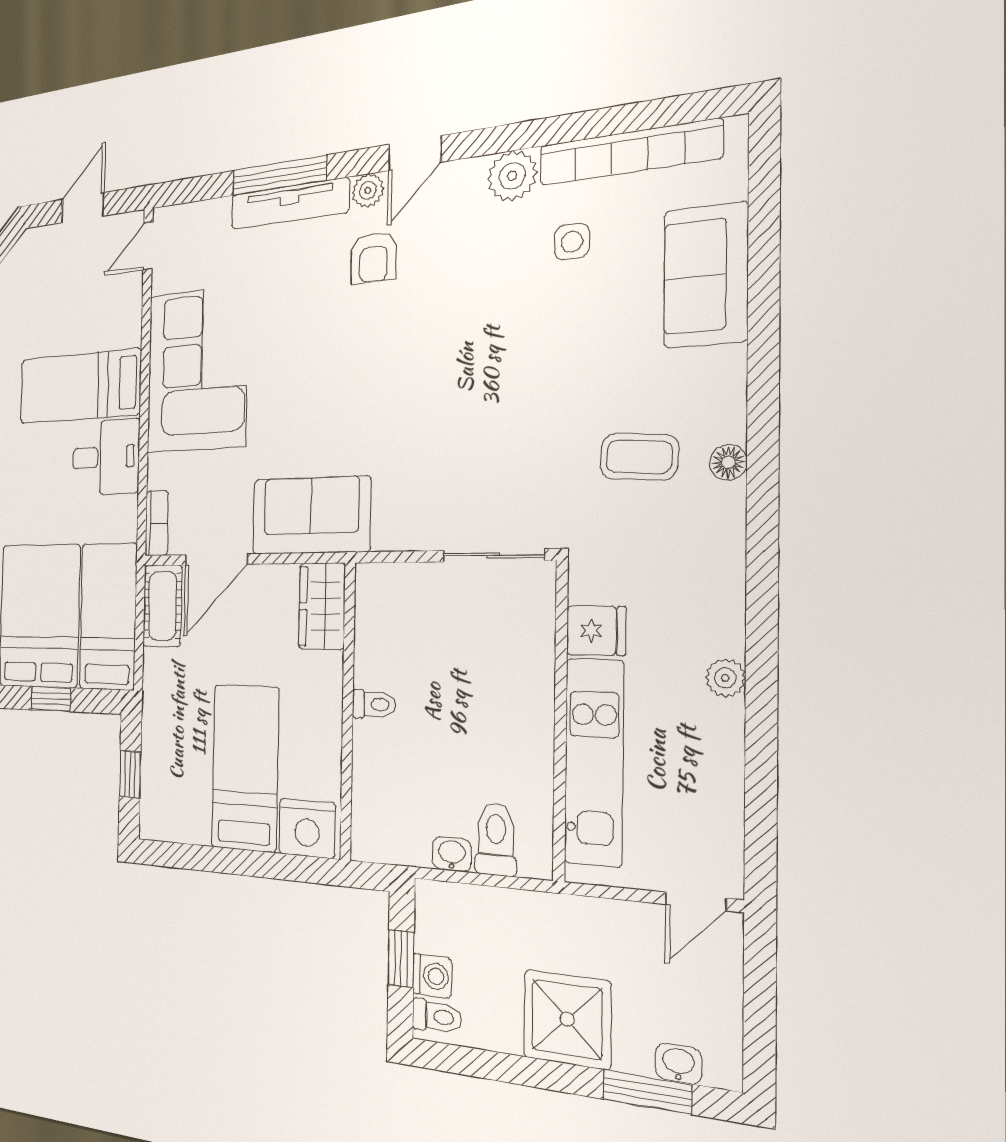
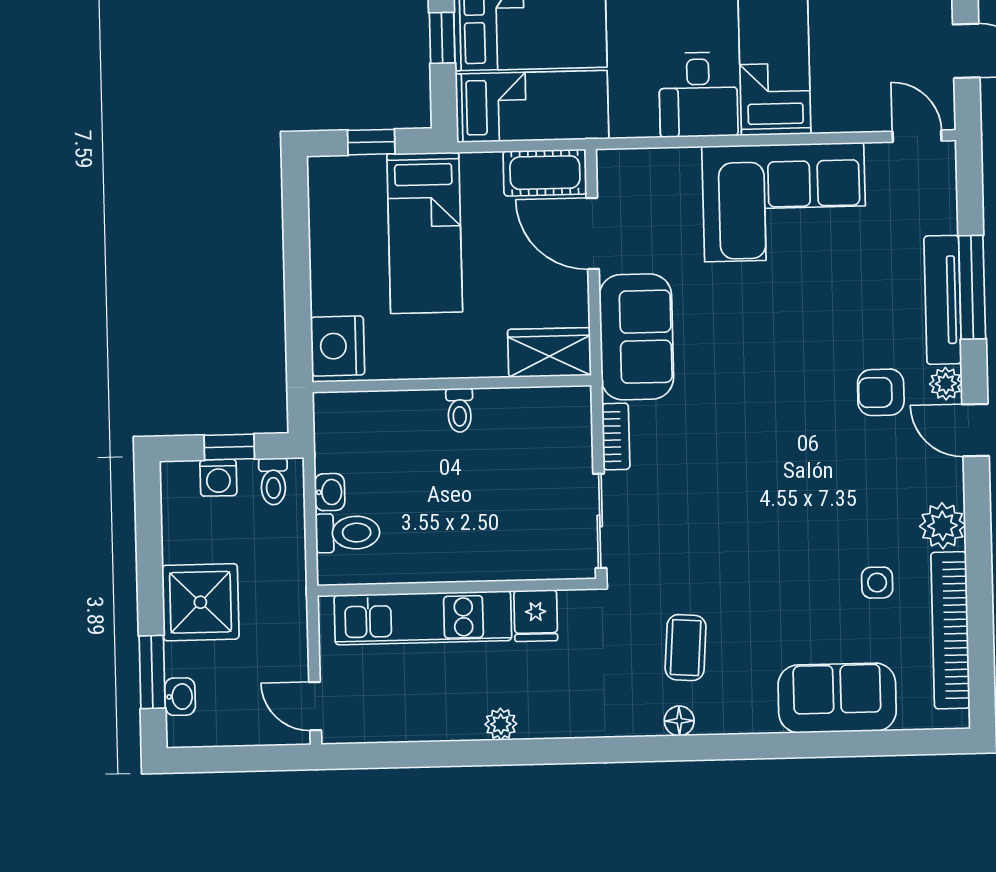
bookcase: (157, 523) -> (616, 436), moved, turned -90
bed: (245, 768) -> (425, 233), moved, turned 90
toilet: (437, 1017) -> (273, 481), moved

